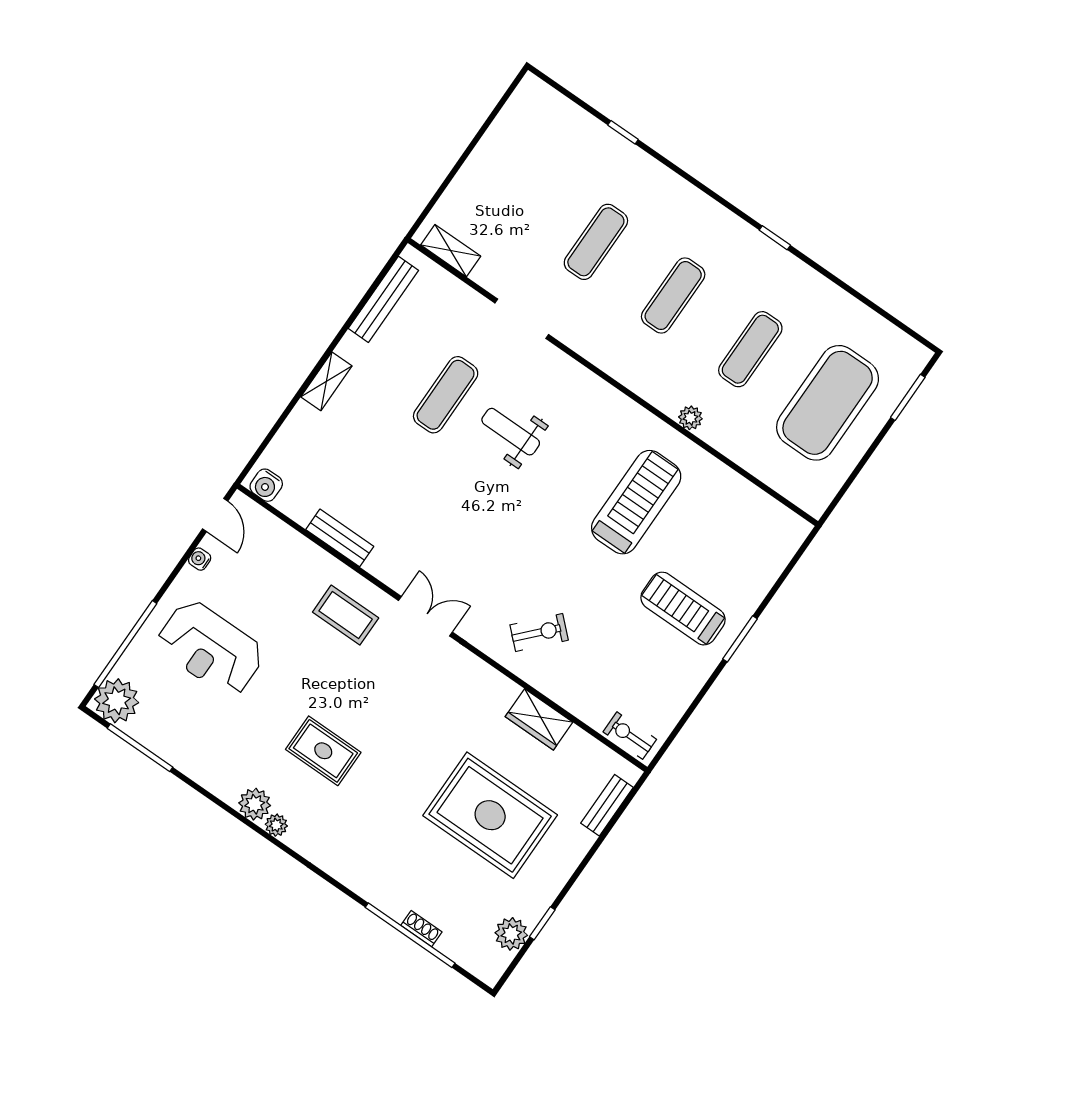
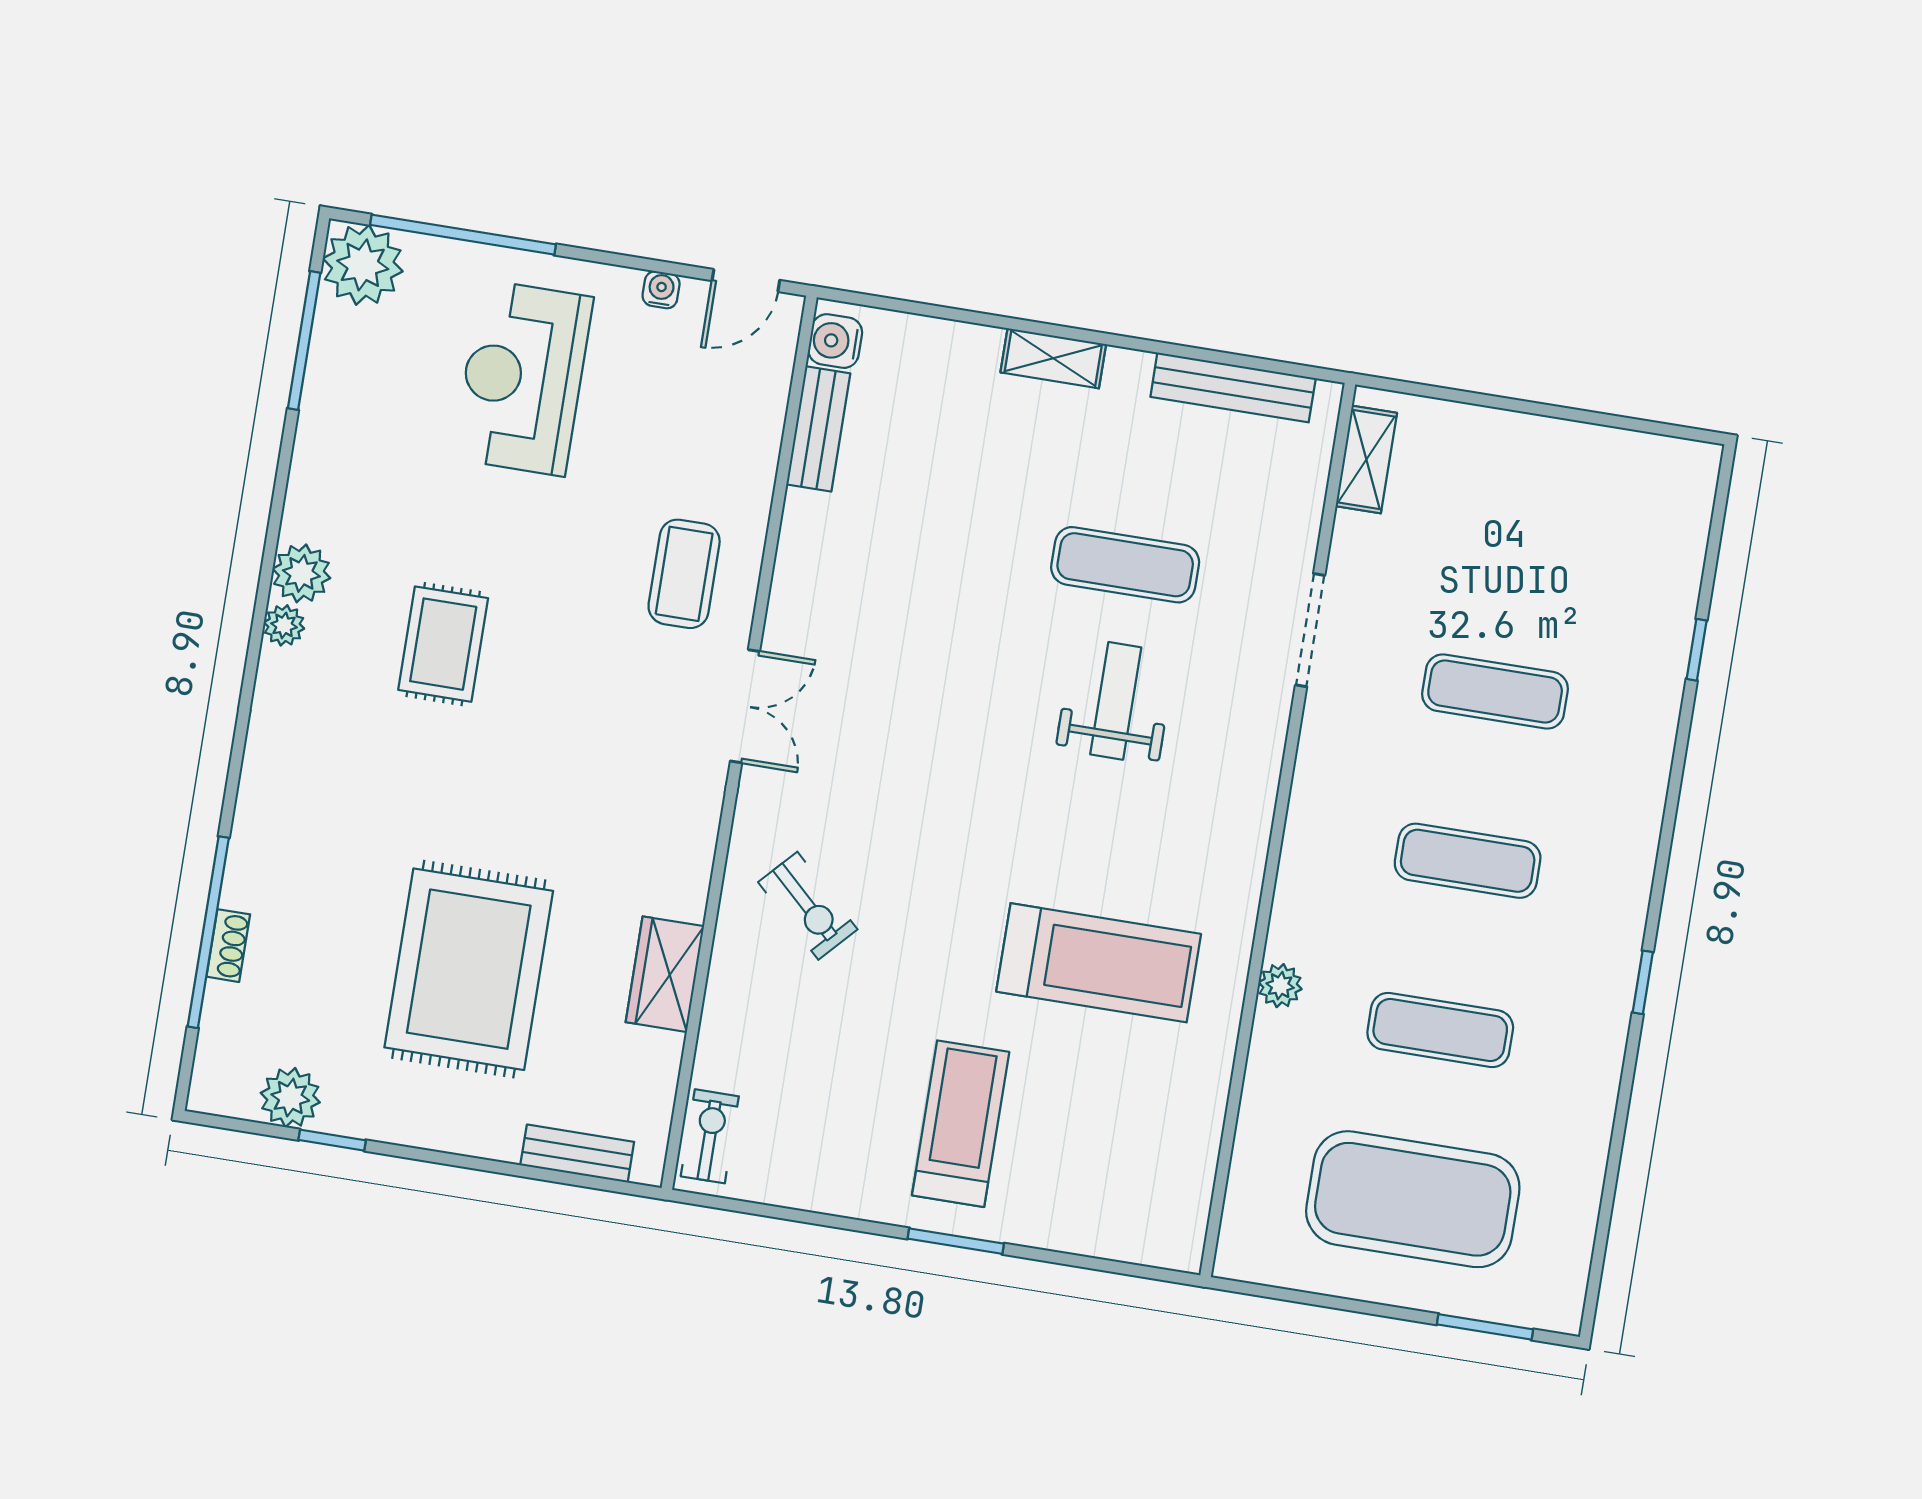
bench: (340, 538) -> (818, 429), moved

